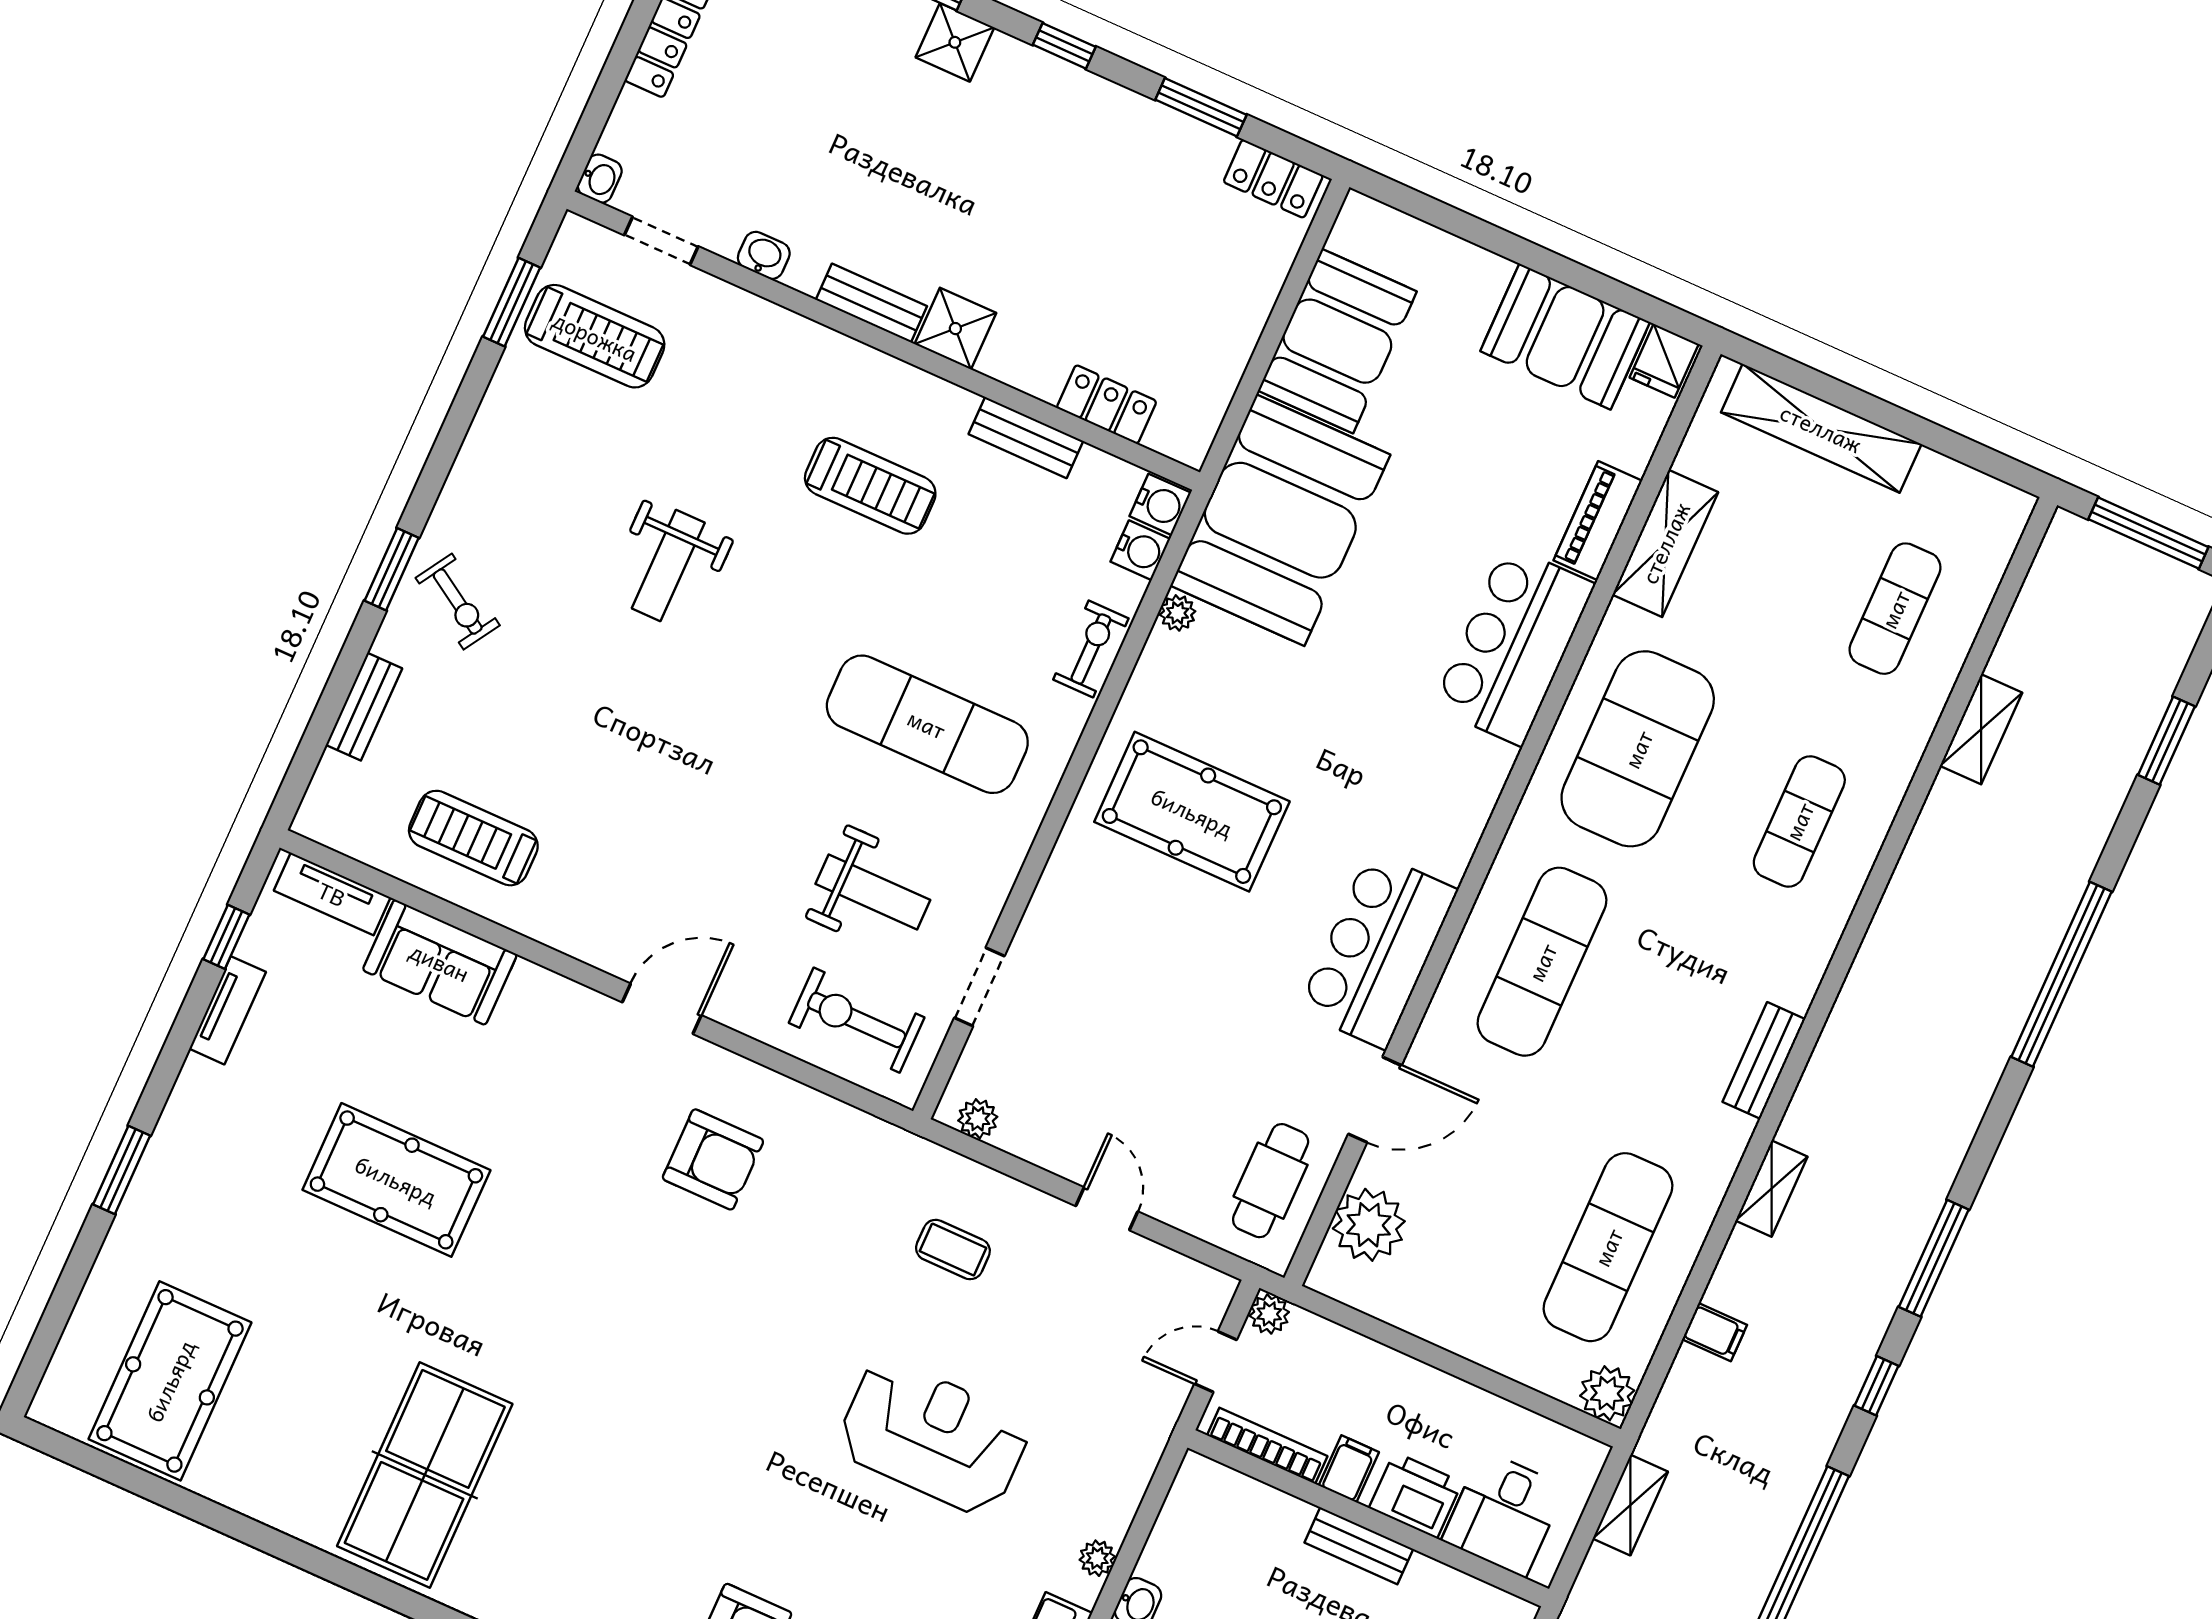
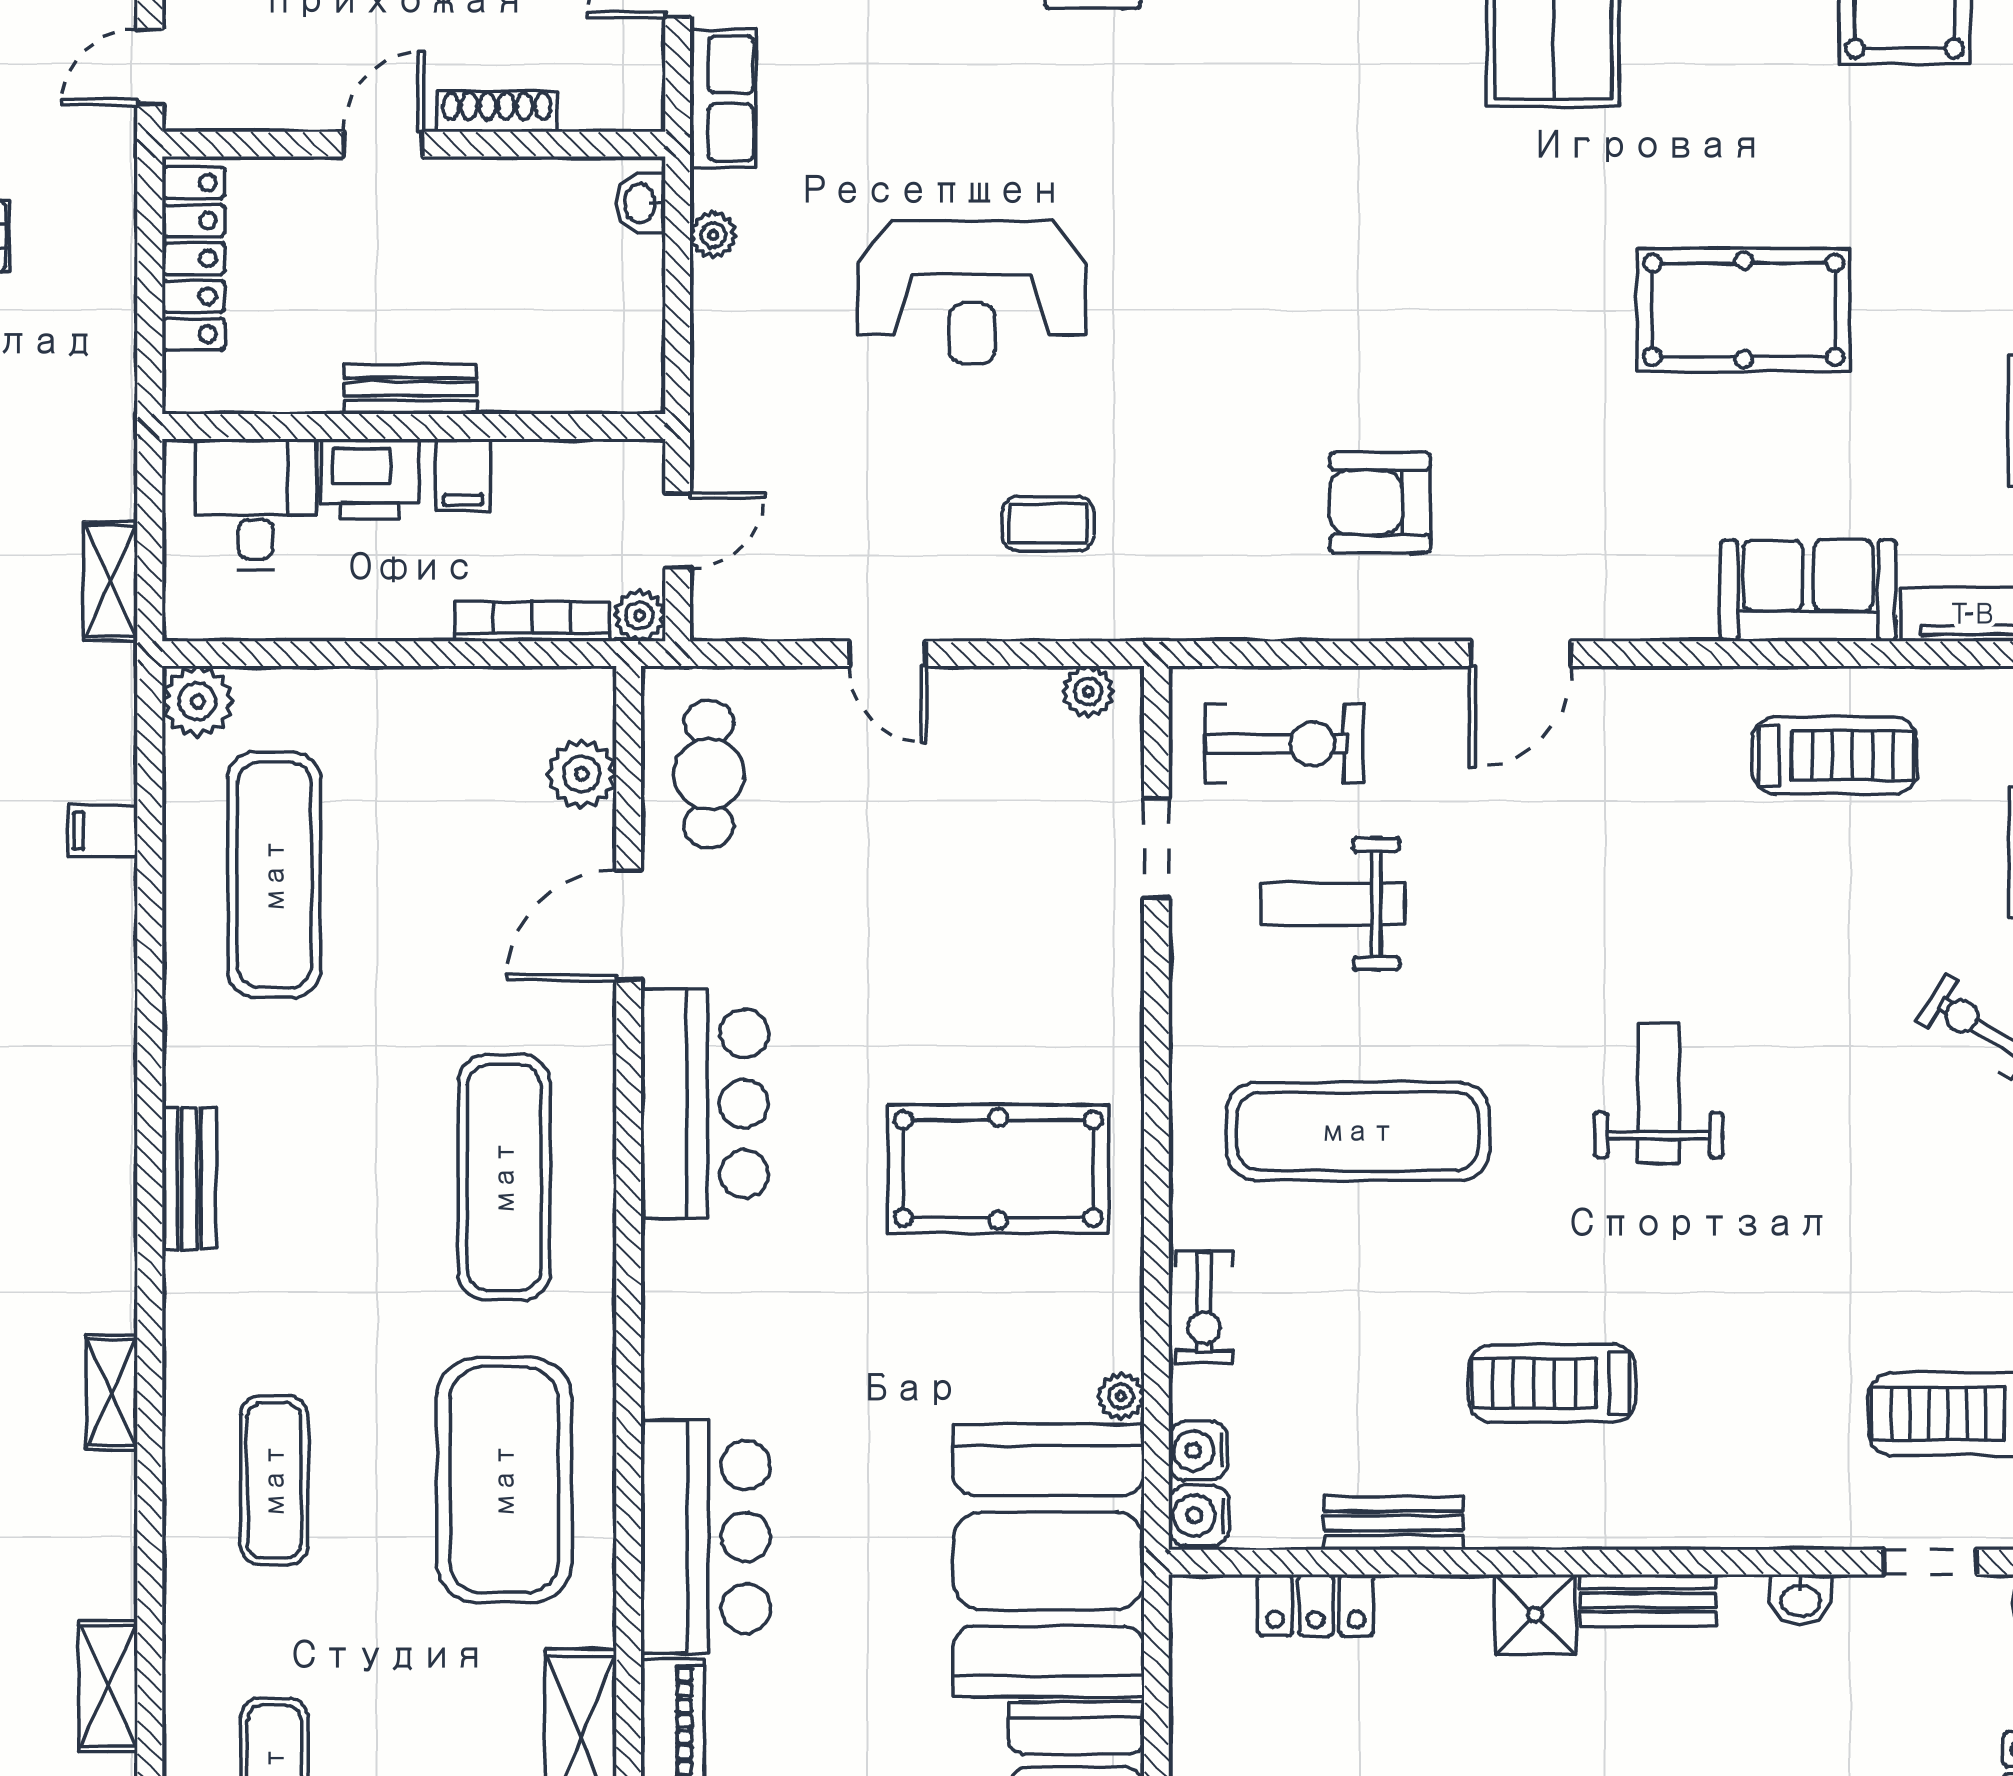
weight bench: (668, 565) -> (1659, 1093), moved
shelving: (1772, 1189) -> (112, 1392), moved
plant: (1369, 1225) -> (582, 774), width x0.73, depth x0.73
bookcase: (1267, 1446) -> (532, 622), moved, turned 180

